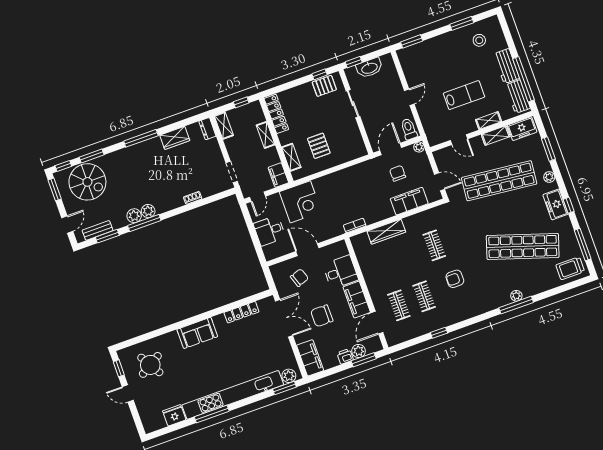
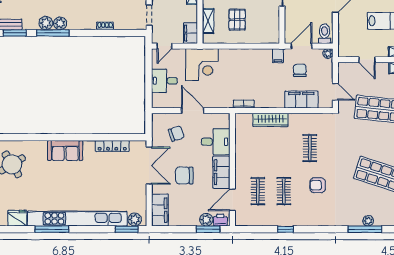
filing cabinet: (371, 167) -> (278, 56), added
printer: (345, 356) -> (220, 220), moved

